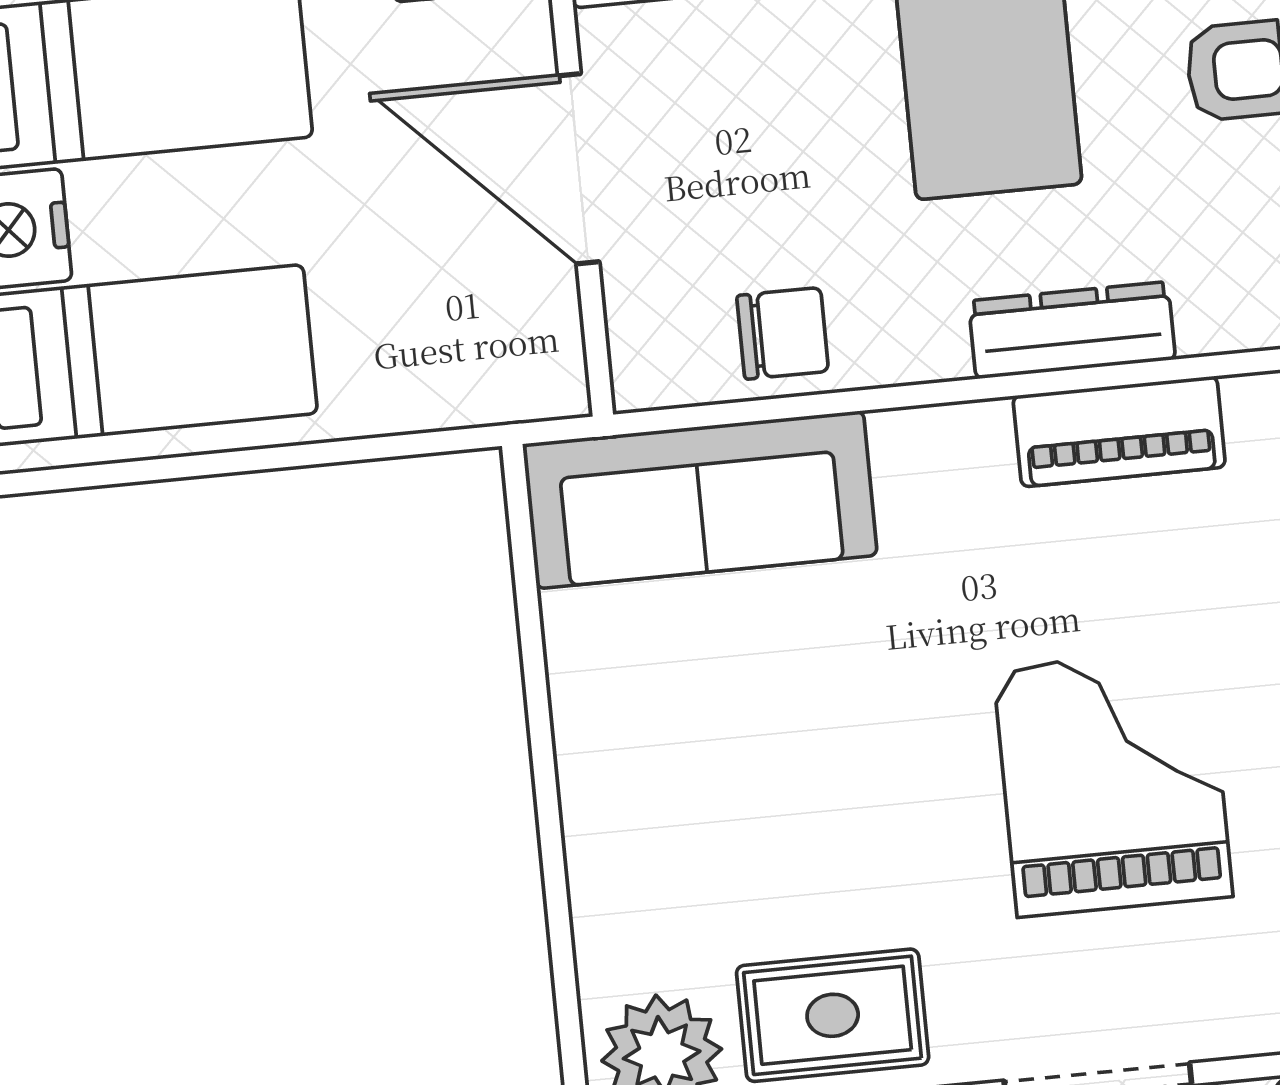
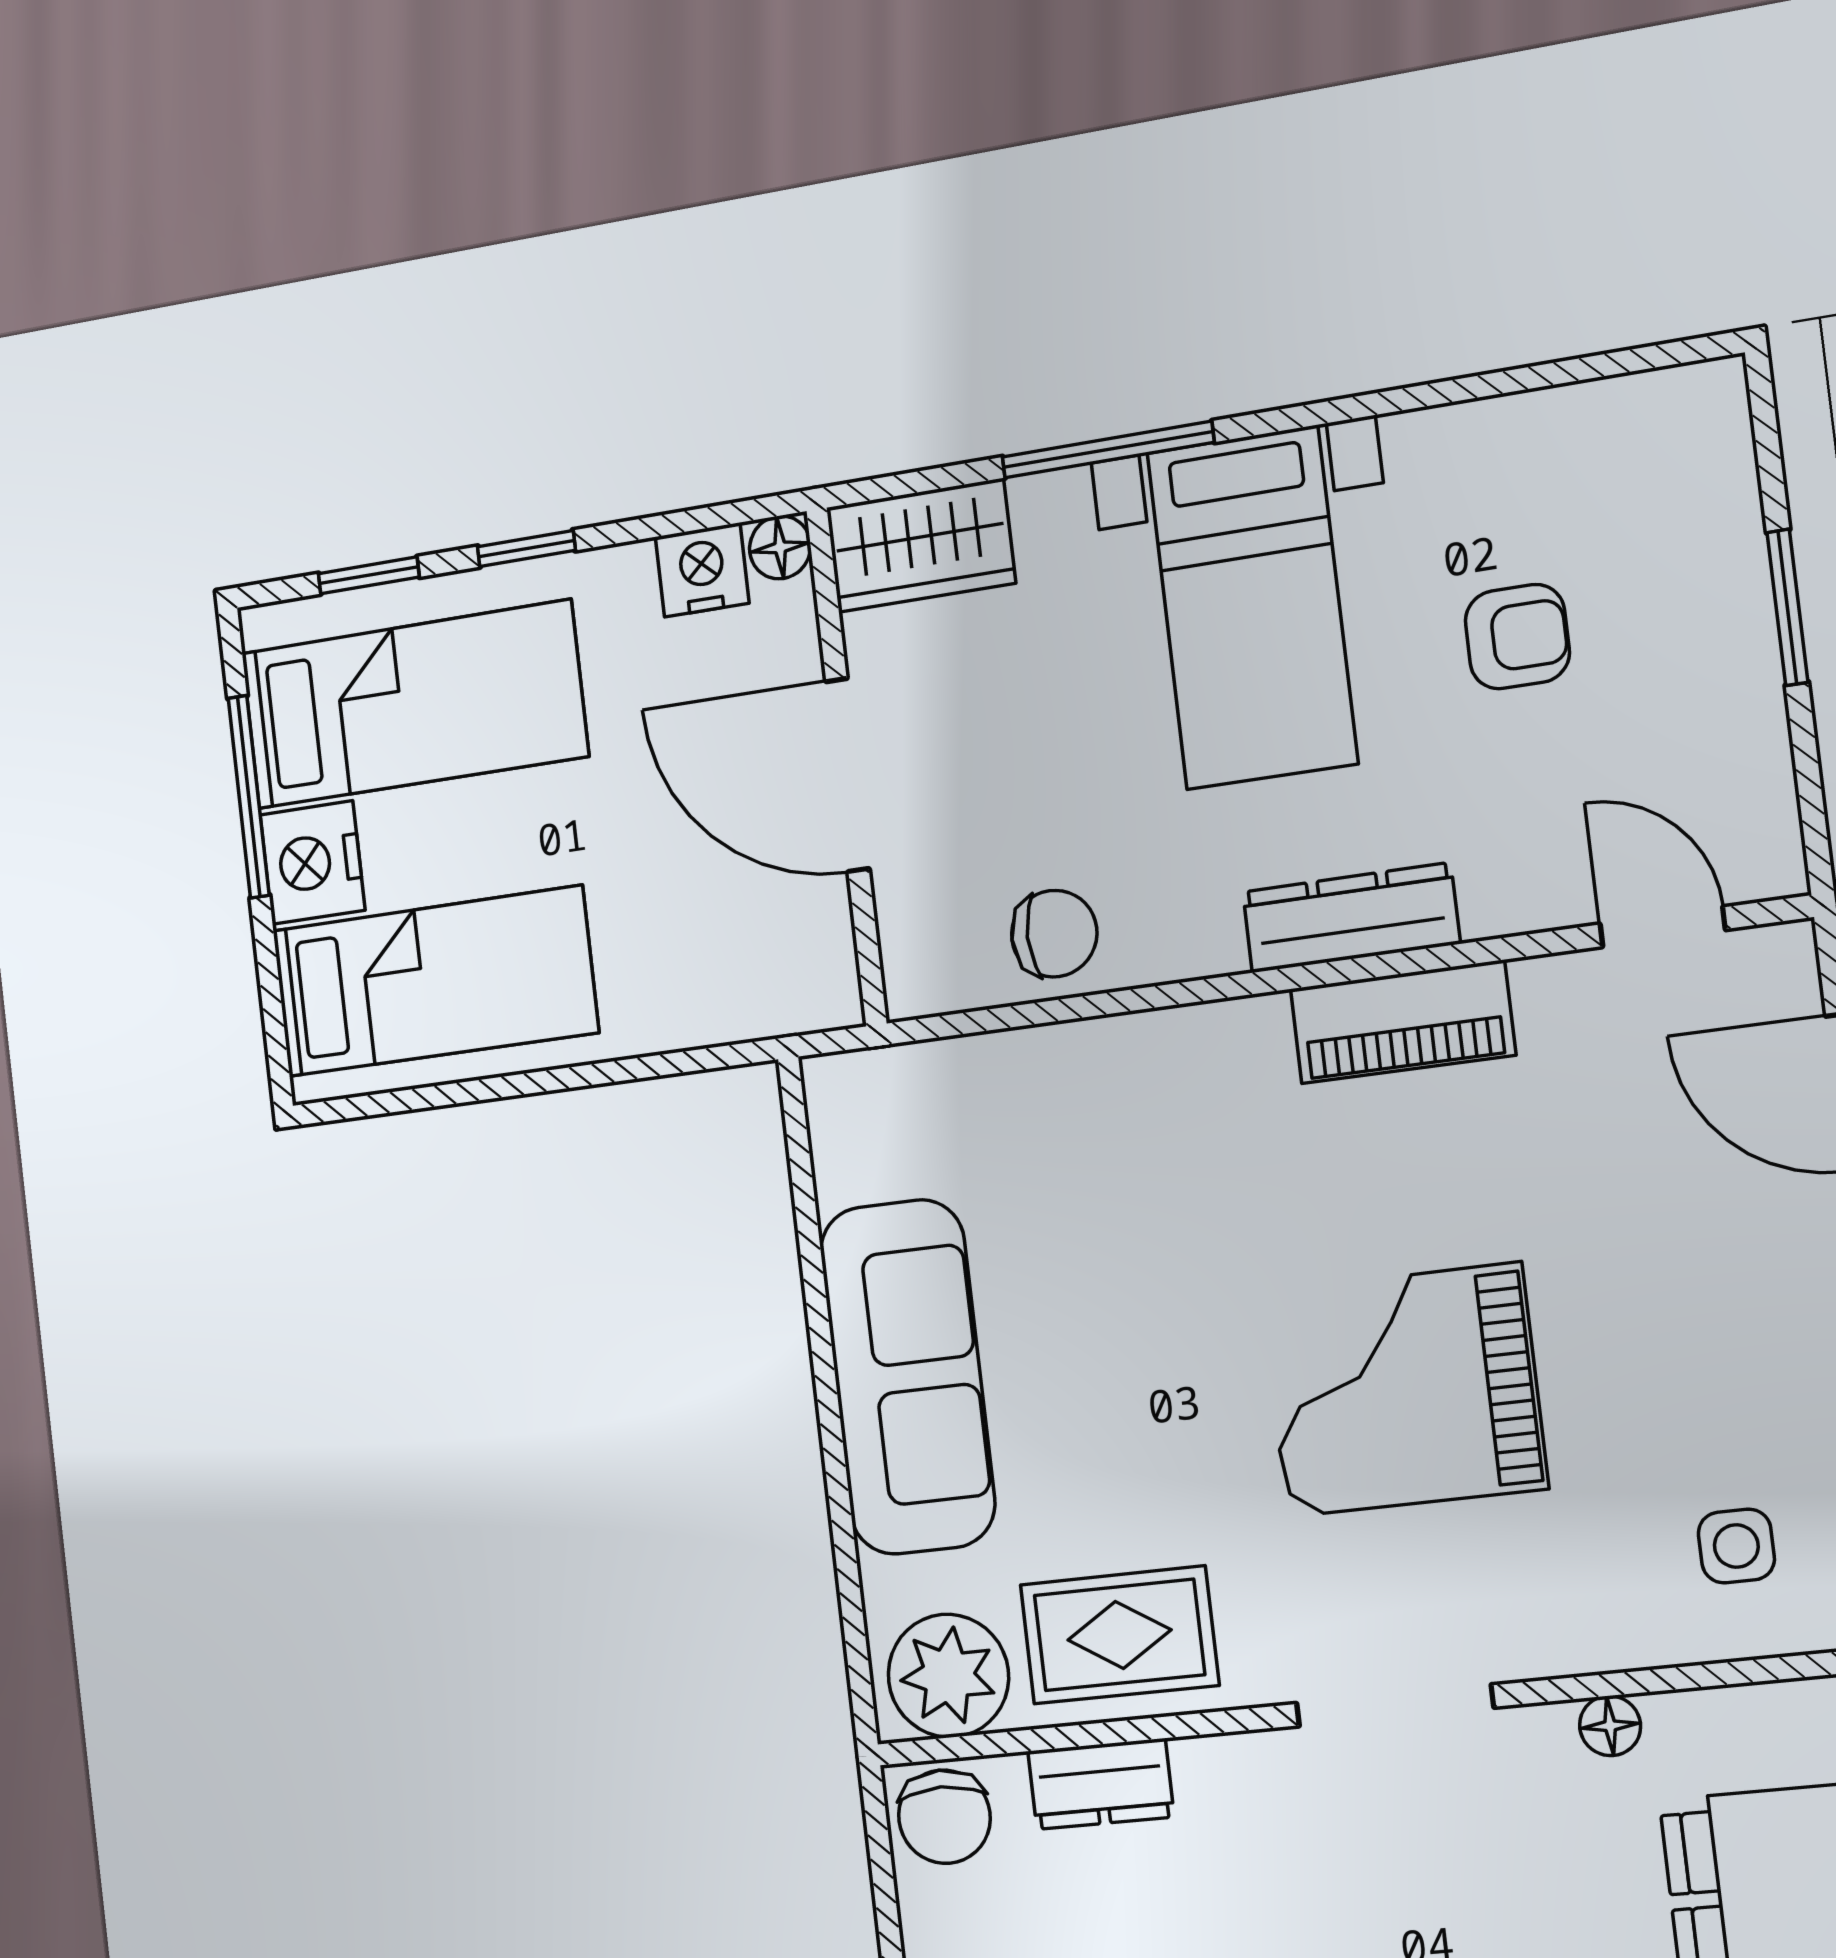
sofa: (700, 500) -> (907, 1377), moved, turned -90
grand piano: (1113, 782) -> (1404, 1390), turned -90

